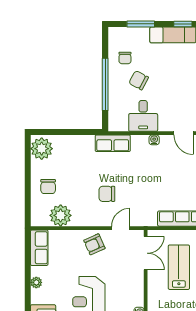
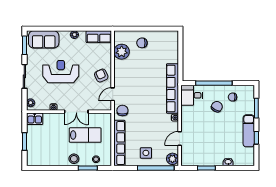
desk: (143, 116) -> (192, 95), moved
row of seats: (113, 143) -> (172, 88), width x2.02
plant: (42, 149) -> (169, 38), removed
chair: (107, 194) -> (122, 110), moved
door: (121, 228) -> (113, 94), swing flipped
double door: (146, 253) -> (76, 112), moved

